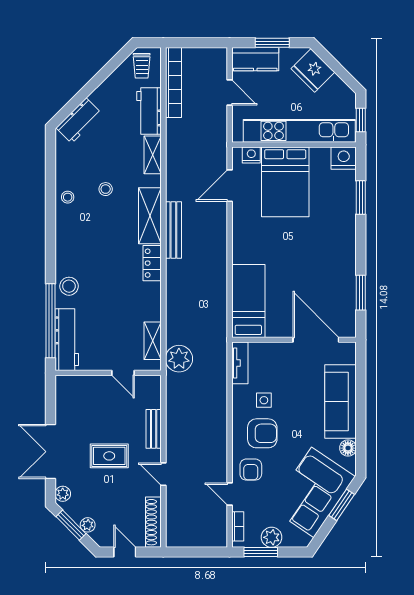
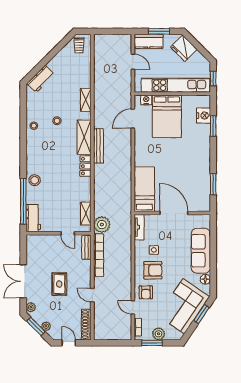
bookcase: (173, 83) -> (99, 255), moved
workbench: (149, 111) -> (84, 73), removed
nightstand: (344, 158) -> (203, 116), moved, turned 90
workbench: (67, 340) -> (33, 218), width x0.73
door: (316, 340) -> (174, 213), moved
bench: (154, 429) -> (86, 247), moved
rug: (109, 456) -> (59, 284), turned 90

